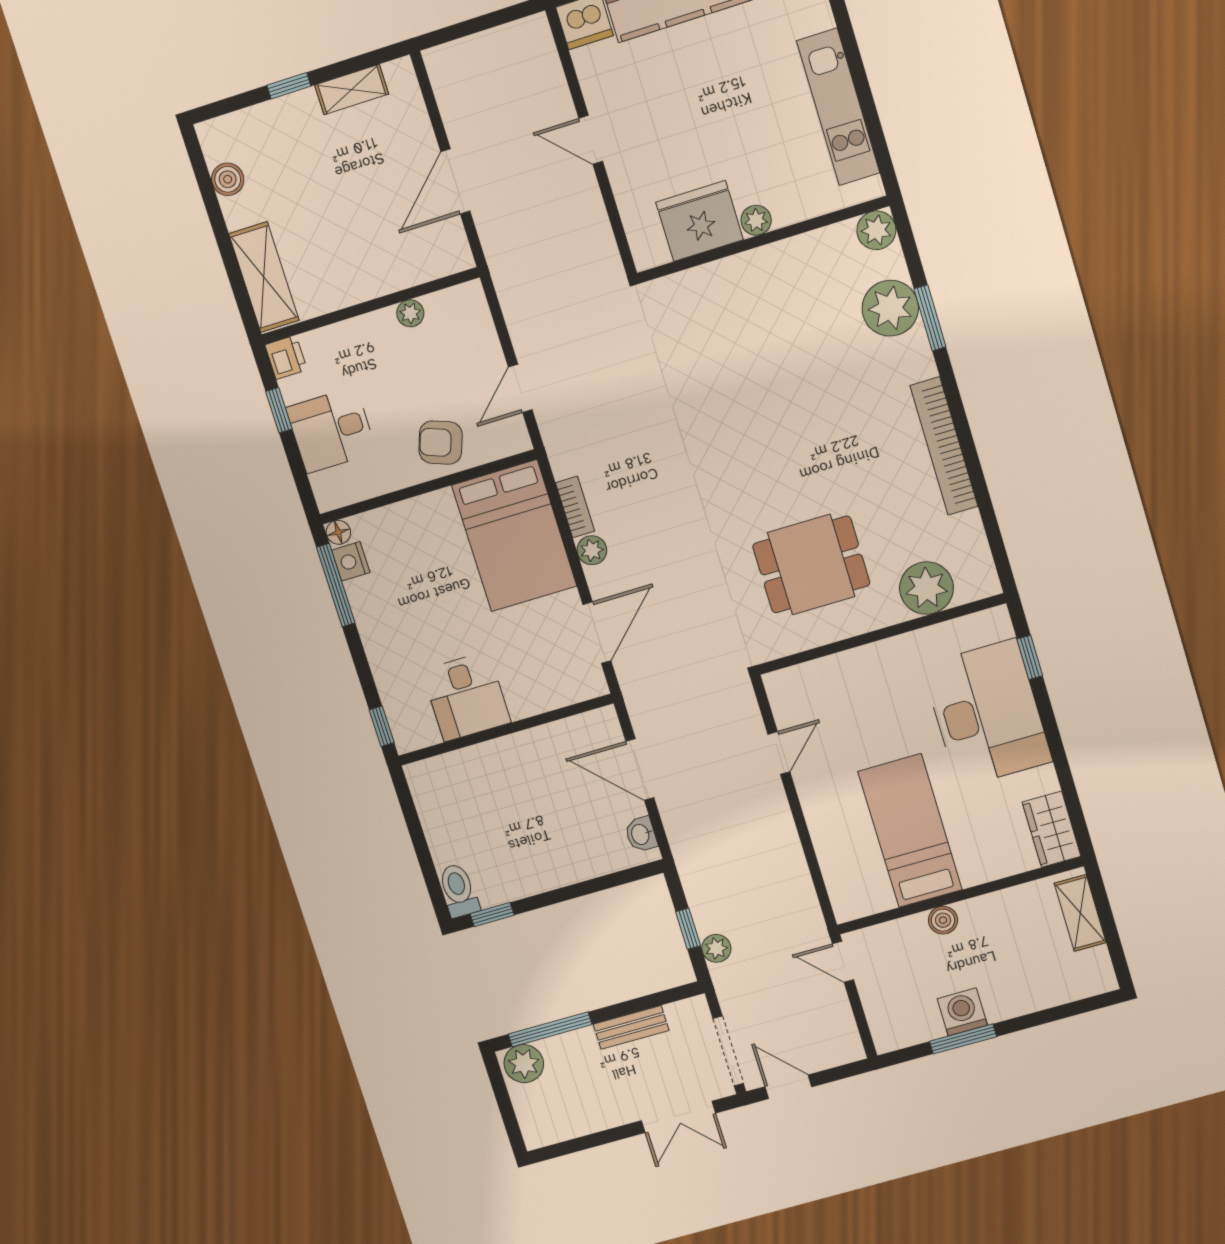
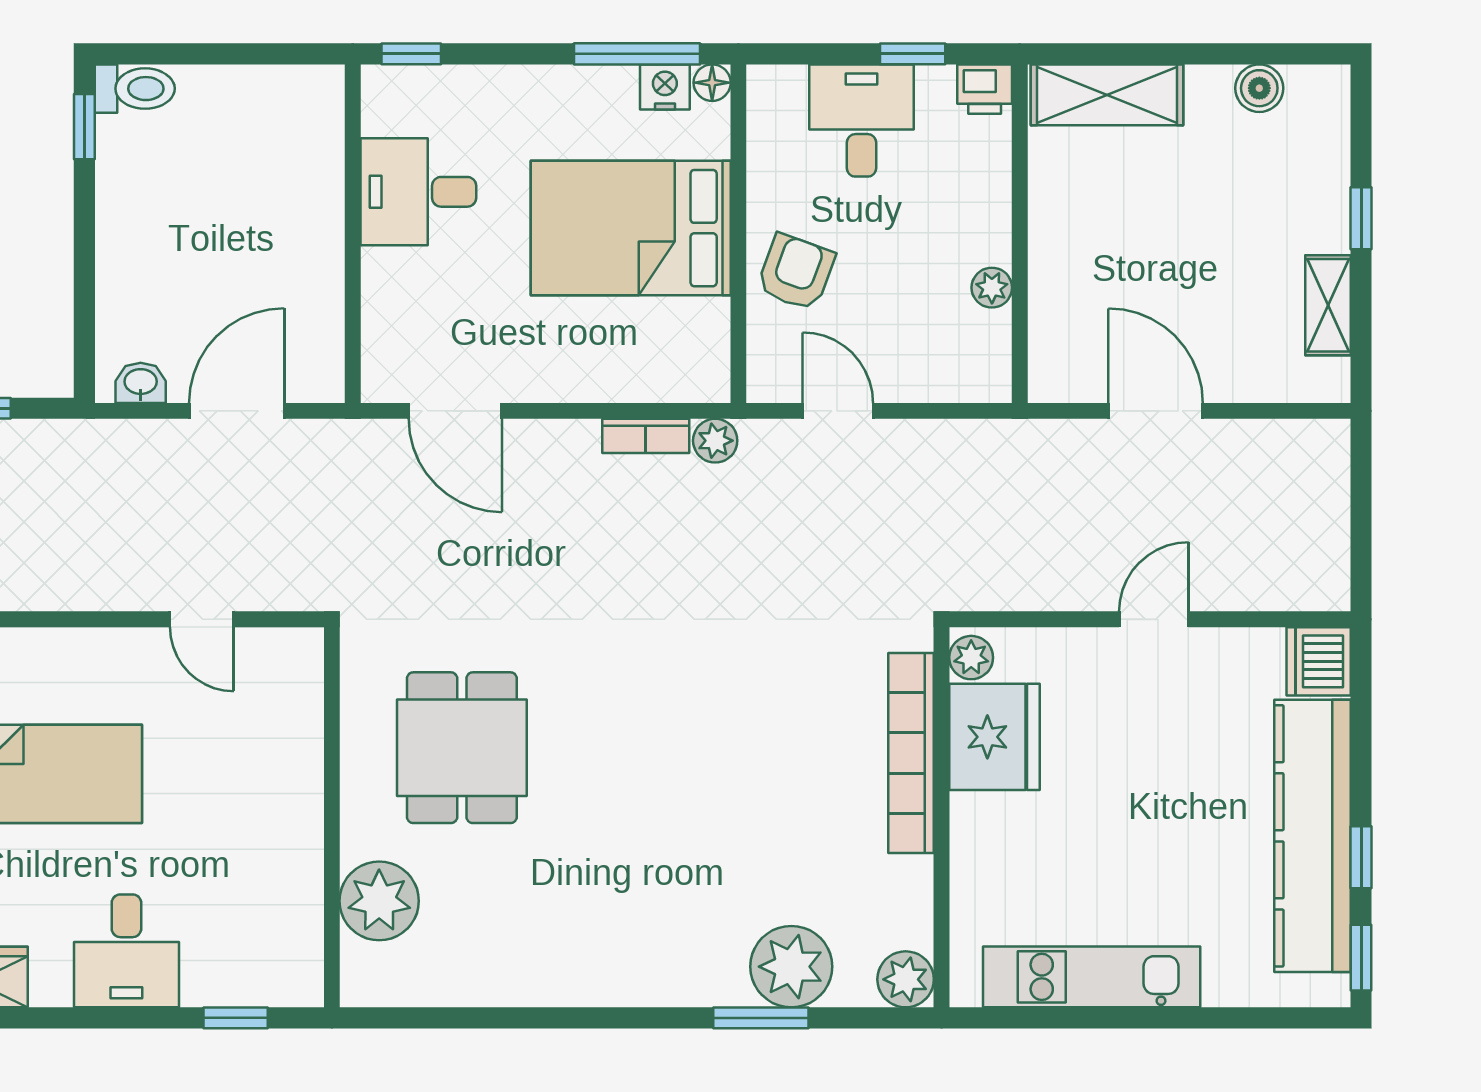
plant: (756, 220) -> (971, 658), moved
bookcase: (944, 446) -> (911, 753), moved, turned -90
bed: (514, 536) -> (631, 228), moved
plant: (592, 550) -> (715, 441), moved
desk: (987, 713) -> (126, 951), width x0.53, depth x0.77

